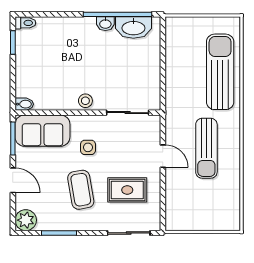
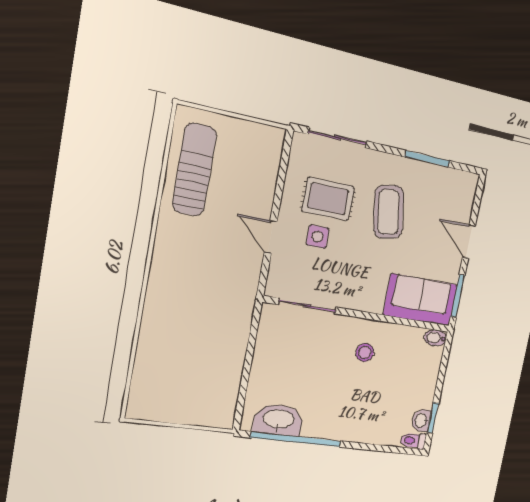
washbasin: (105, 24) -> (421, 420), moved, turned -90
sun lounger: (220, 72) -> (168, 344), removed
stool: (85, 101) -> (365, 352), moved
side table: (88, 147) -> (318, 237), moved
sun lounger: (206, 148) -> (194, 170), moved
plant: (26, 220) -> (464, 186), removed

